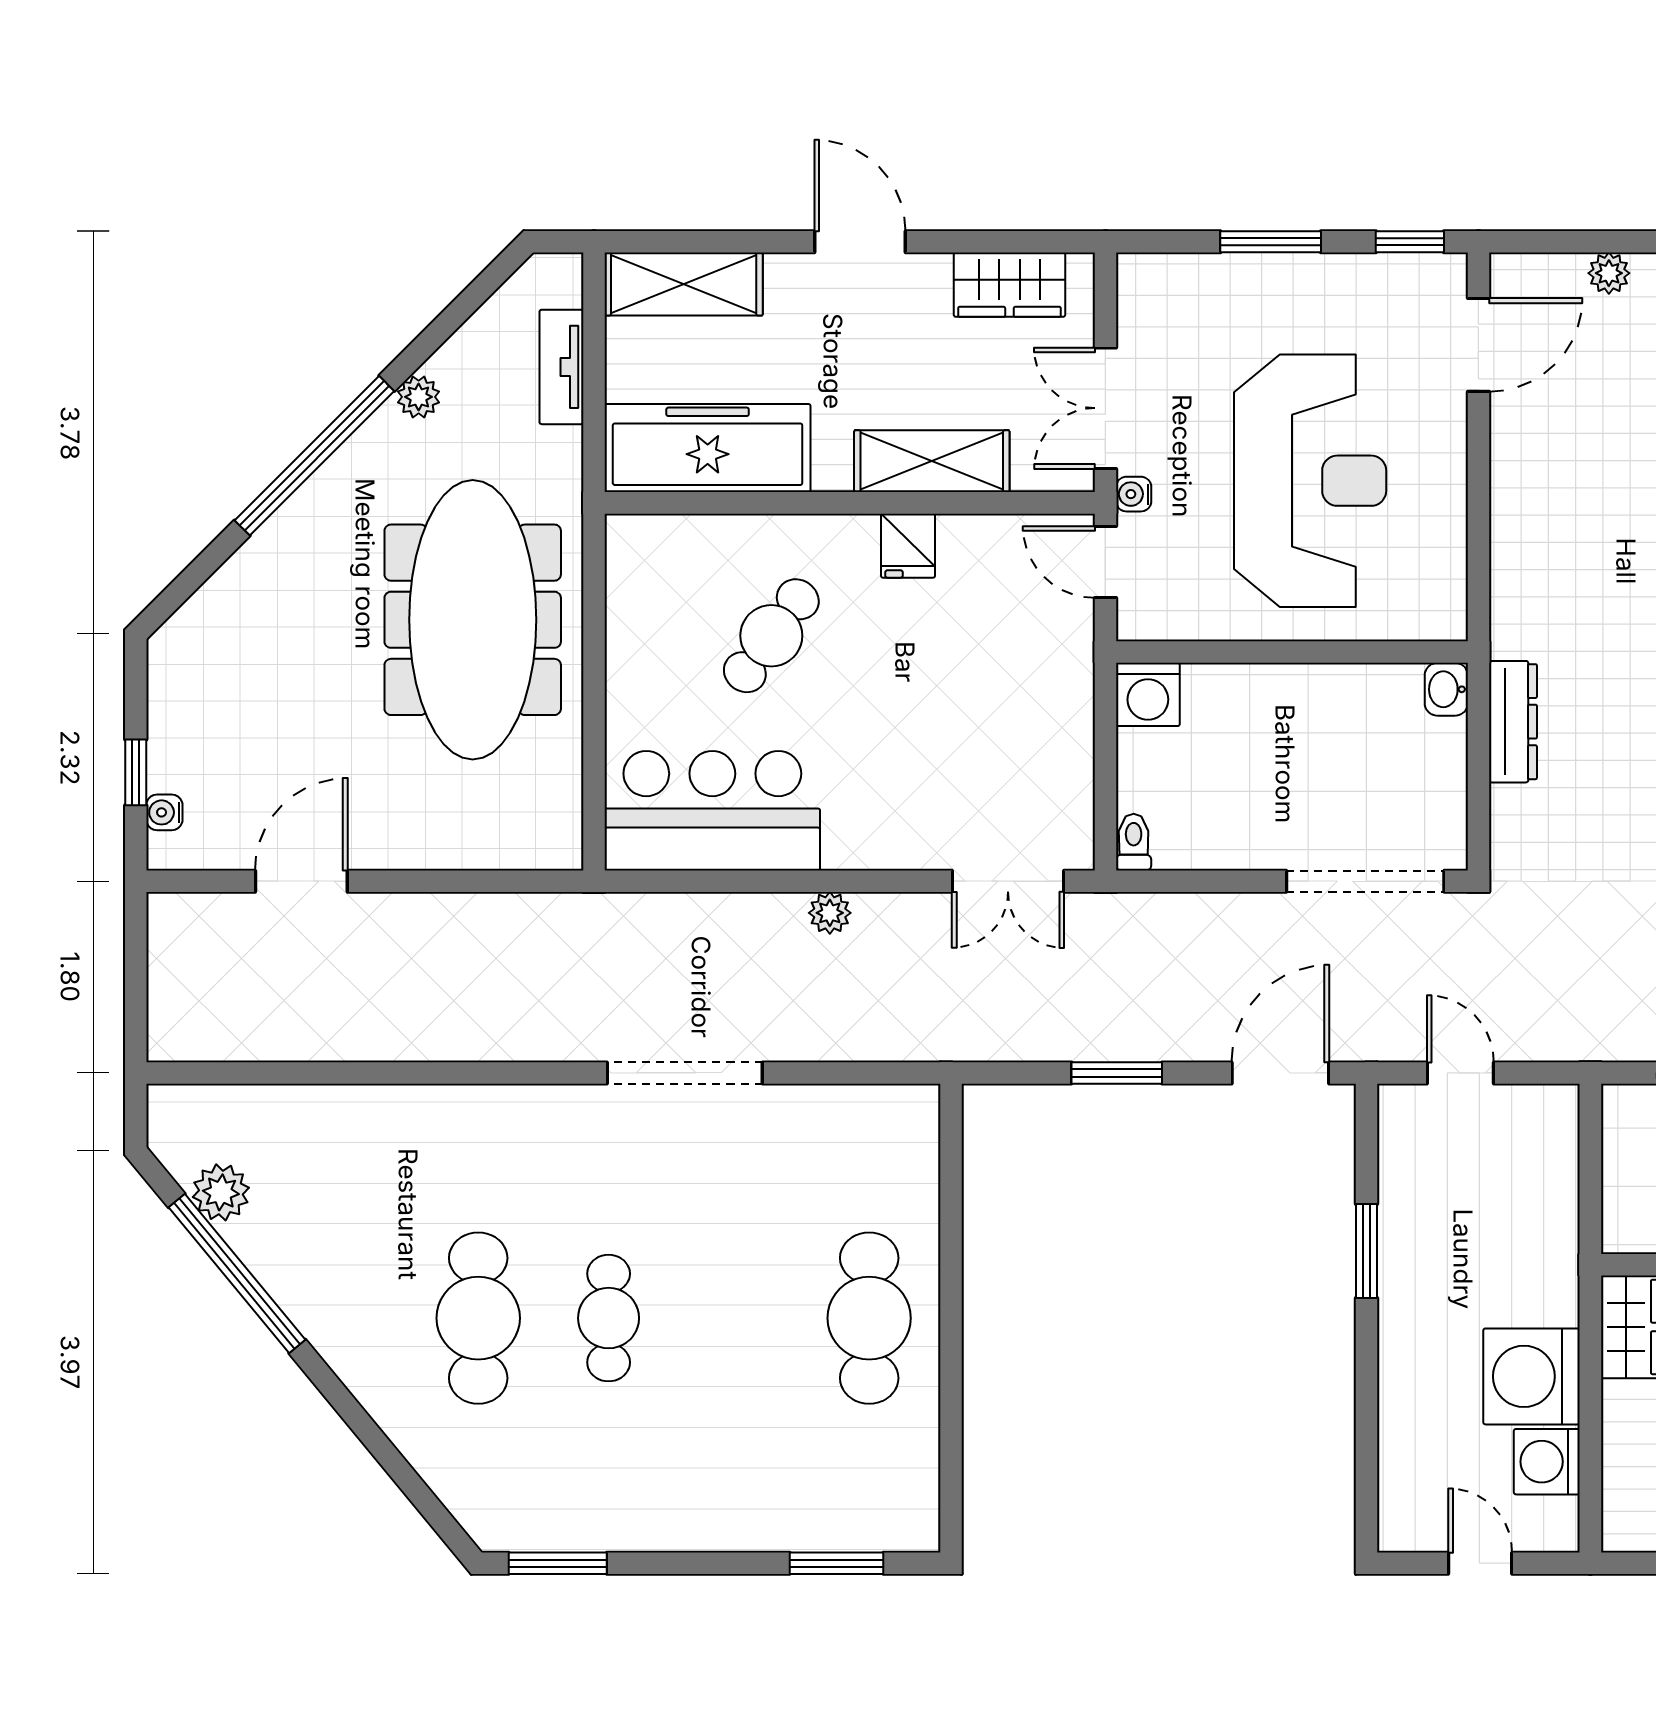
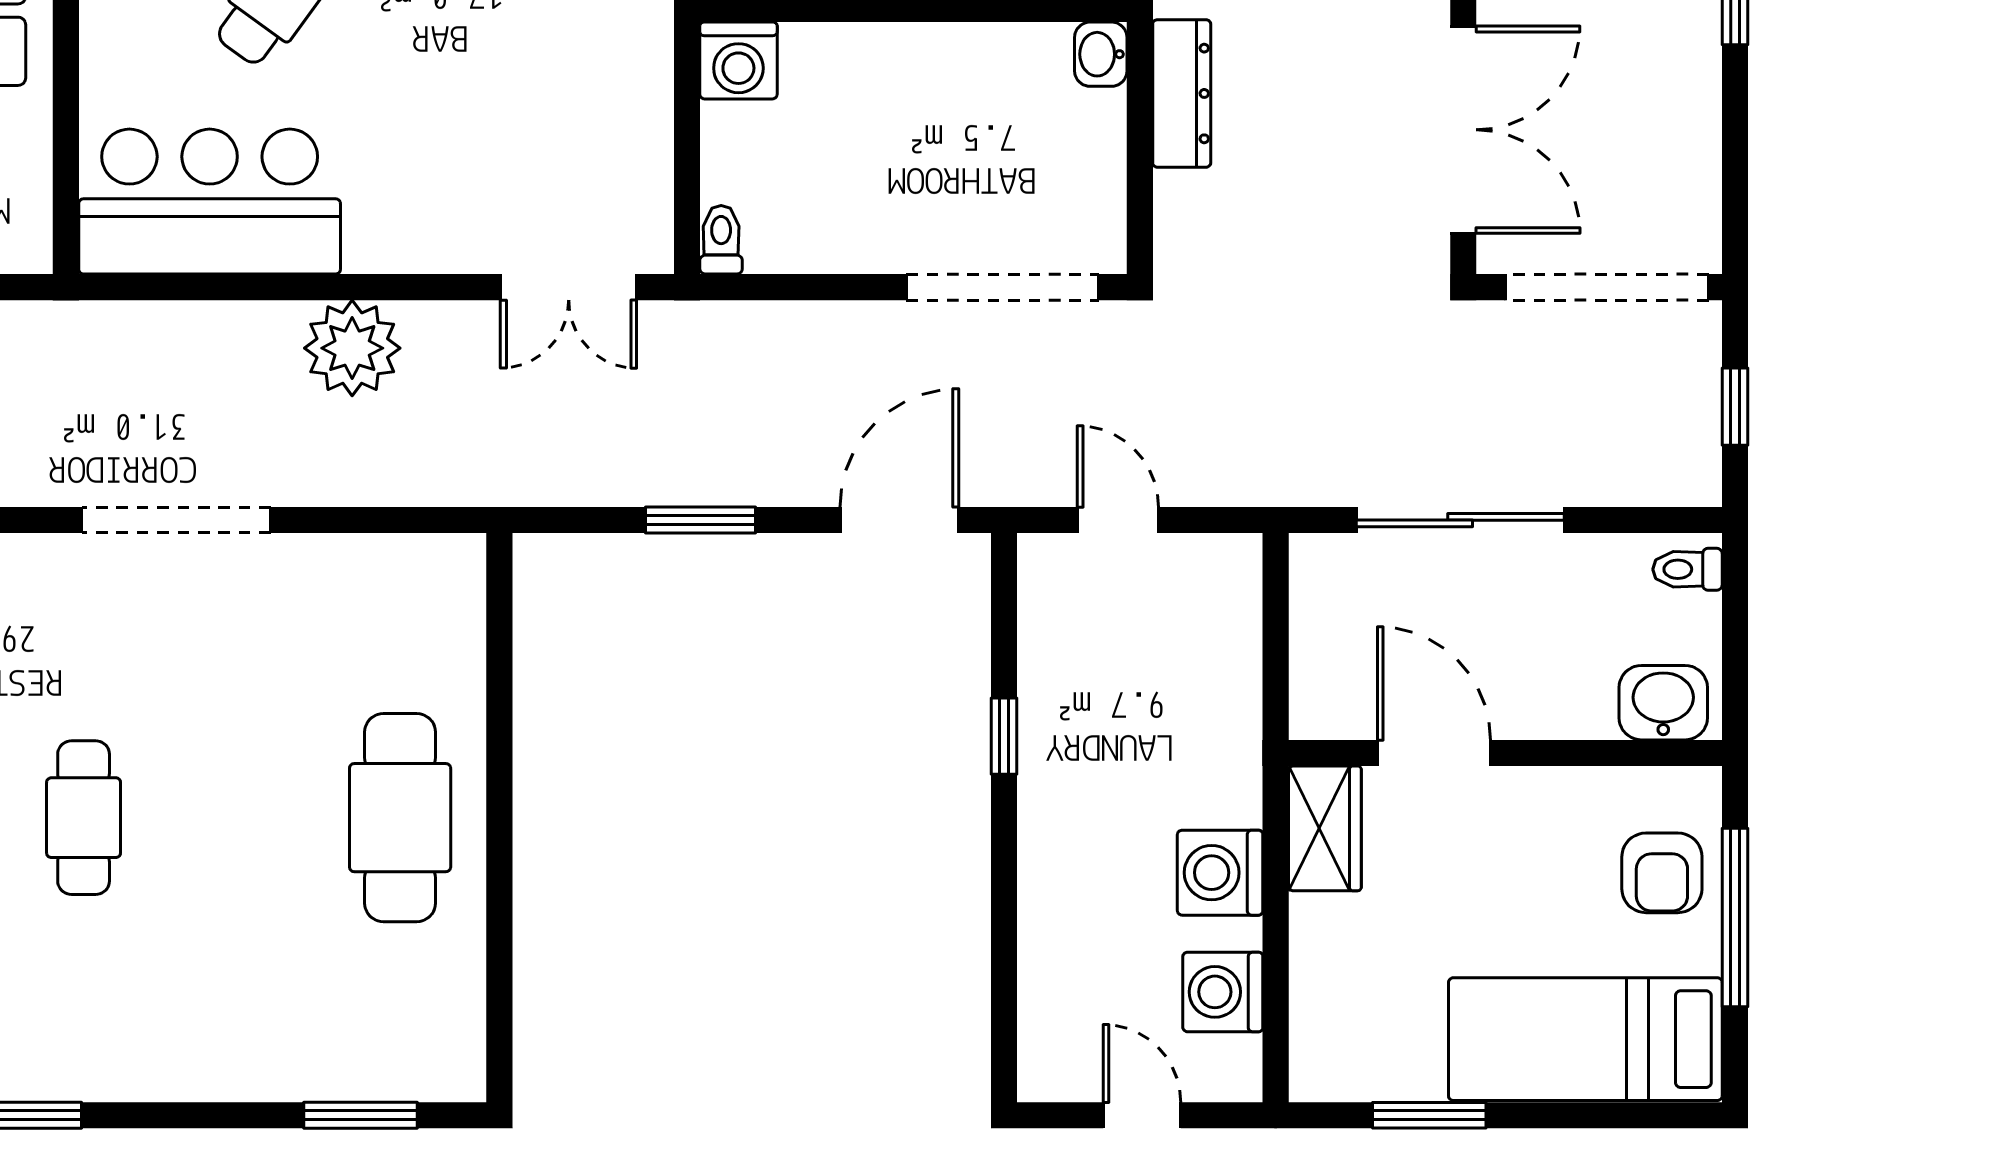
plant: (830, 913) -> (352, 348), width x1.88, depth x1.88
window: (1367, 1251) -> (1004, 736), width x0.67
washing machine: (1532, 1376) -> (1220, 873), width x0.73, depth x0.73

